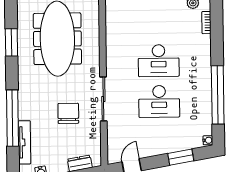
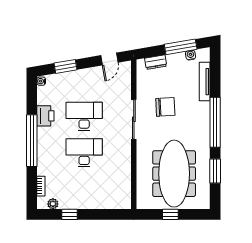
window: (218, 95) -> (32, 141), moved
printer: (202, 101) -> (45, 116), added
chair: (68, 113) -> (165, 107), turned -93
window: (12, 118) -> (215, 122), moved

